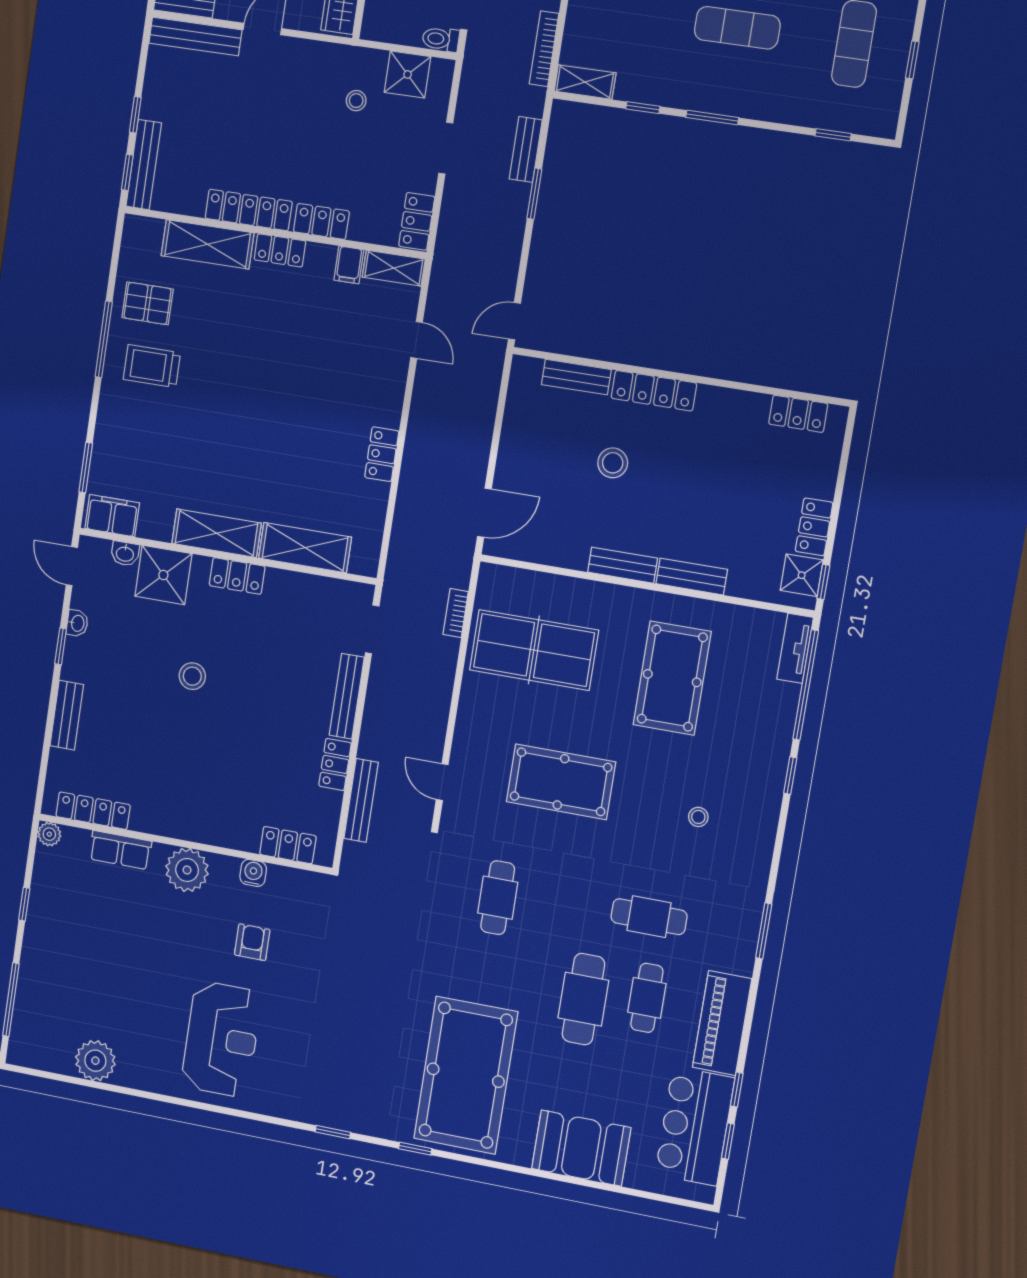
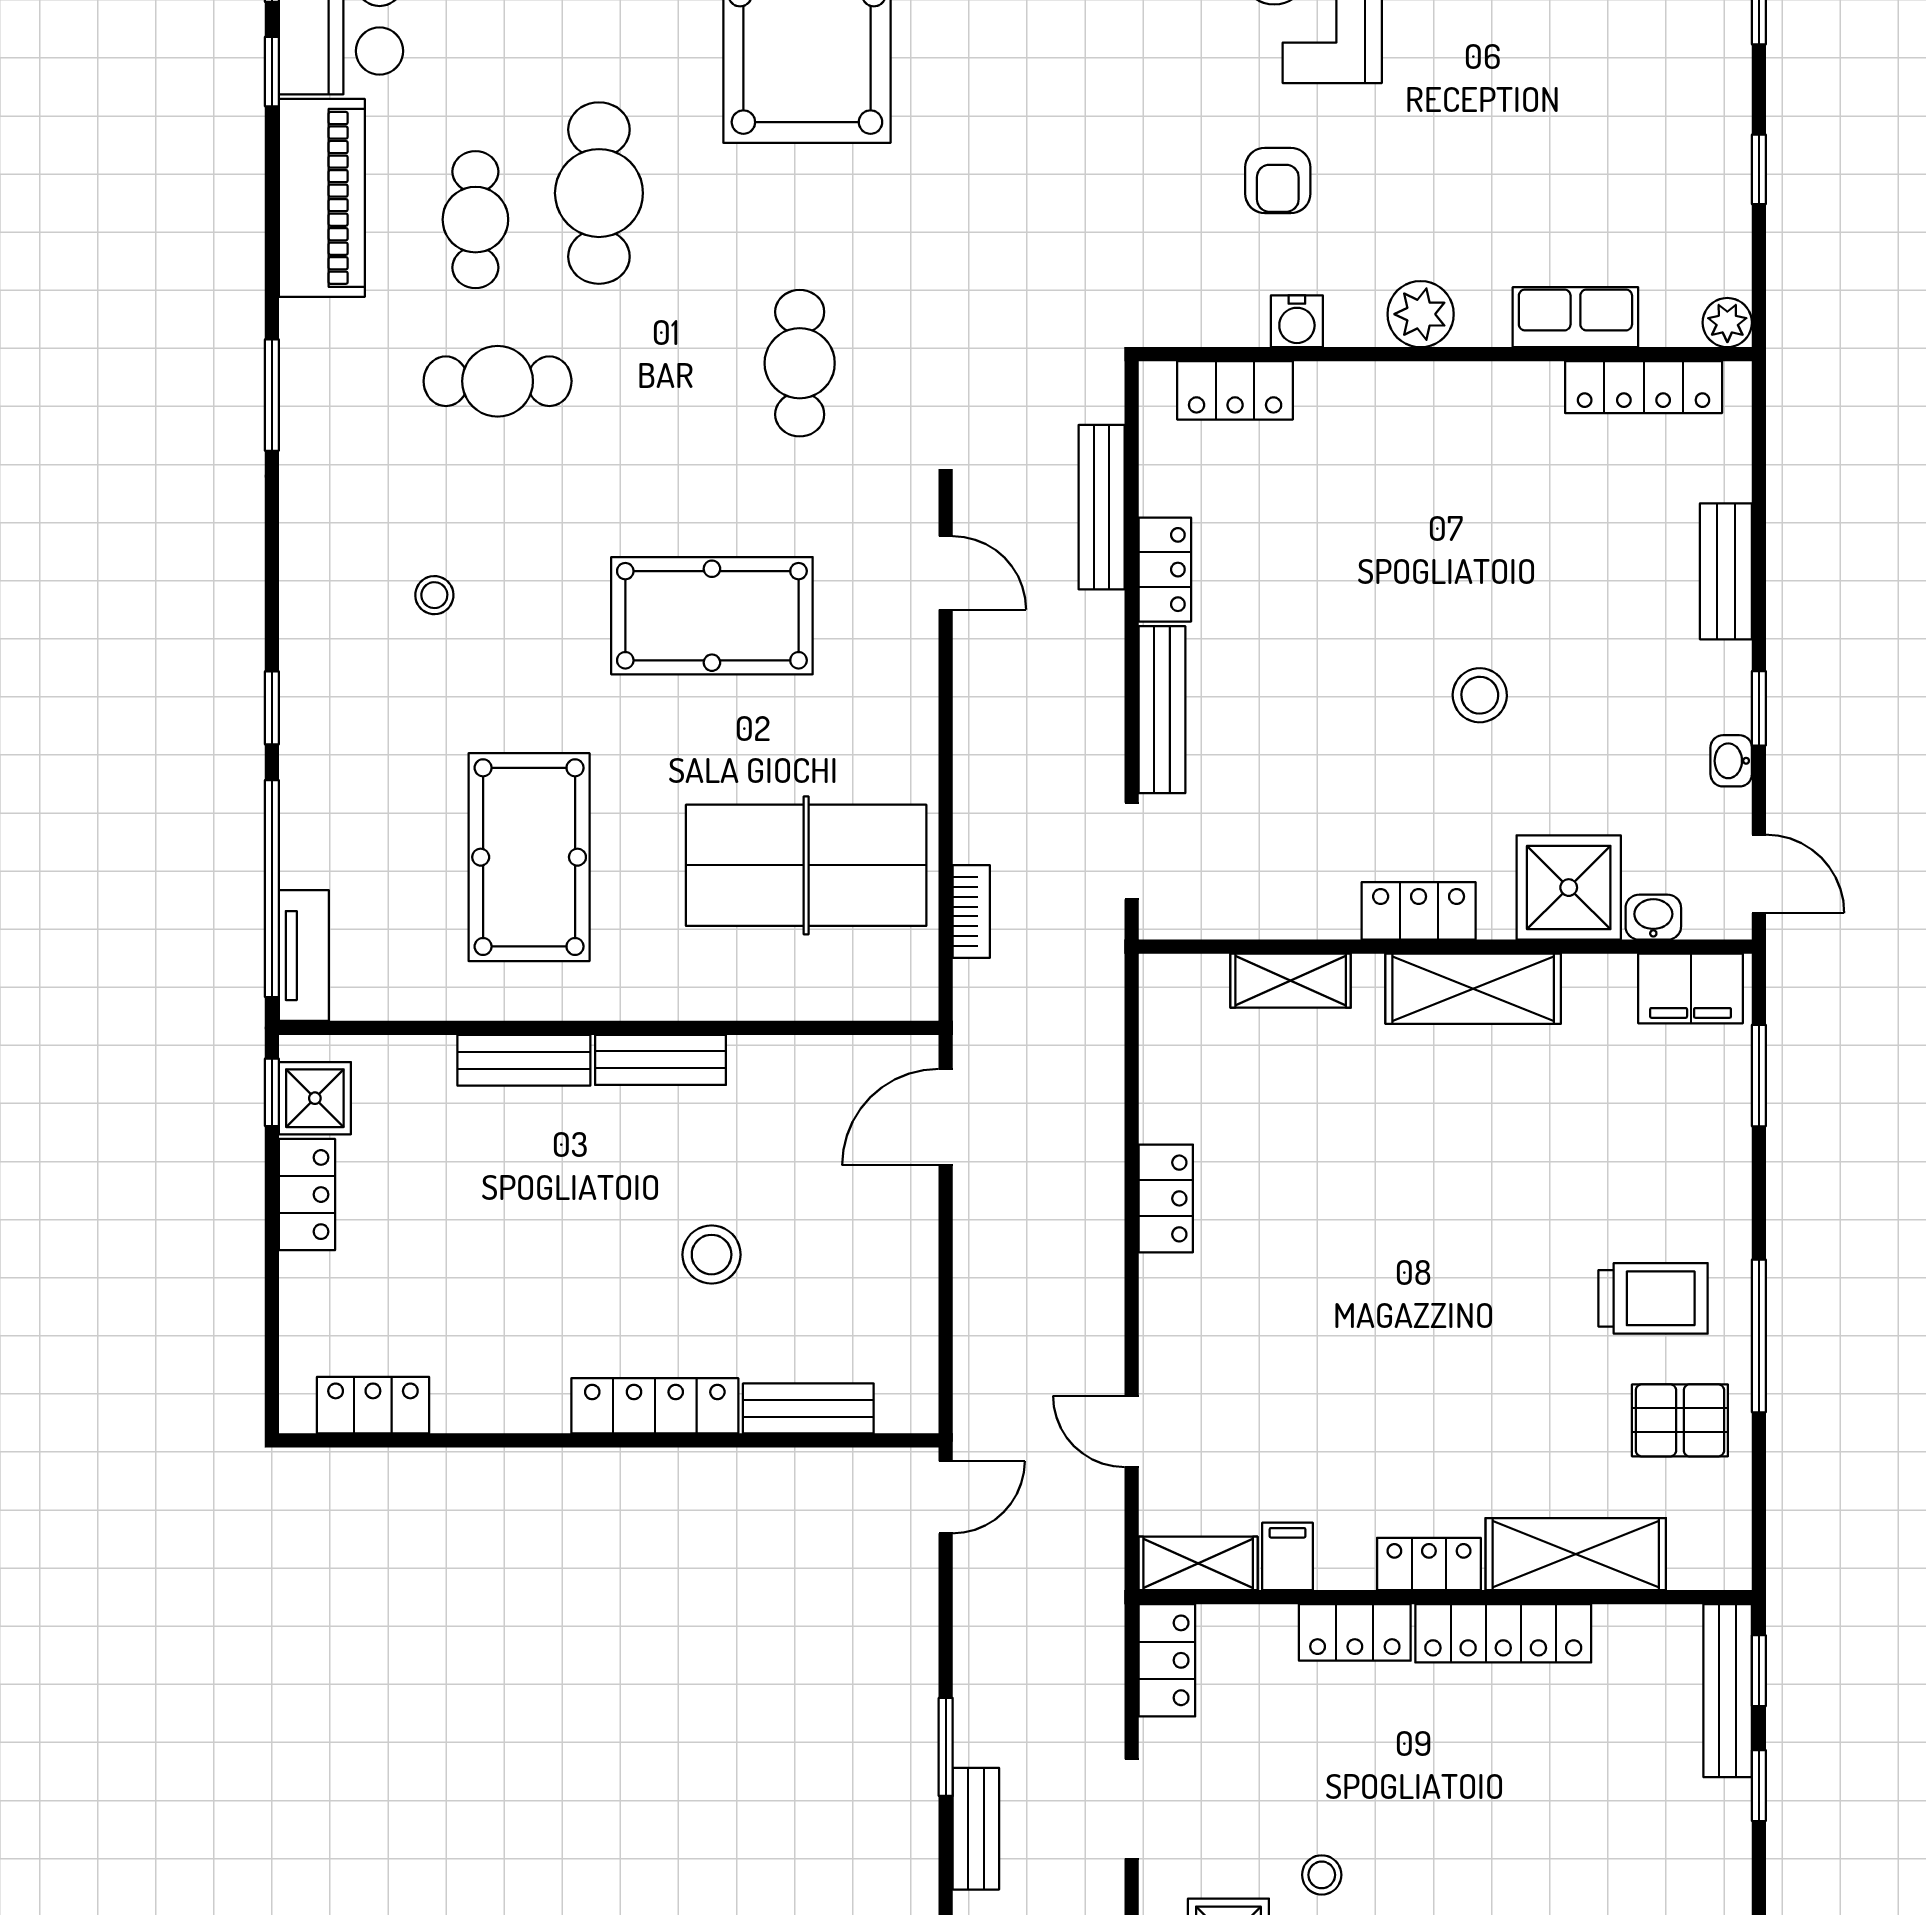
shelving: (305, 548) -> (1291, 981), width x0.67, depth x0.75
plant: (187, 870) -> (1421, 314), width x0.73, depth x0.73

